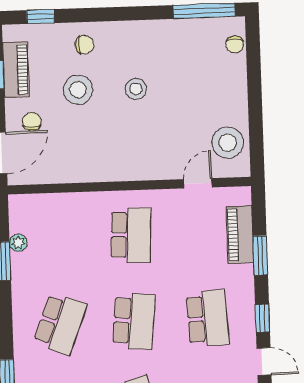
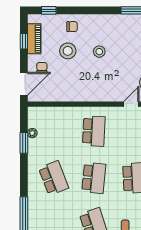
school desk: (60, 324) -> (54, 178), turned -42

